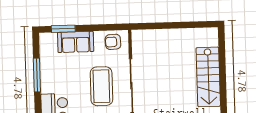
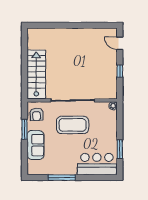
window: (63, 29) -> (24, 129), moved
stairs: (208, 77) -> (36, 74), moved, turned -90

